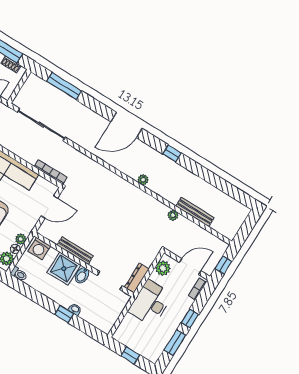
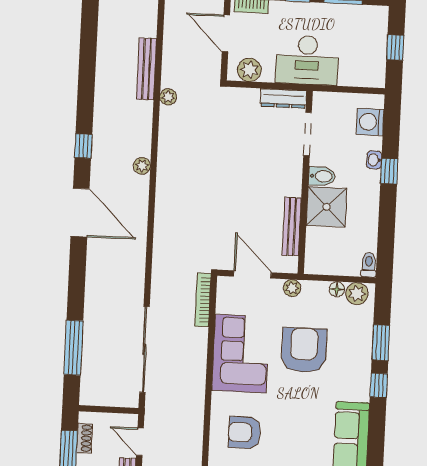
door: (126, 125) -> (80, 213), moved
plant: (21, 239) -> (292, 288), moved
washing machine: (39, 249) -> (370, 122), moved, turned 180
bench: (75, 251) -> (292, 227), moved

